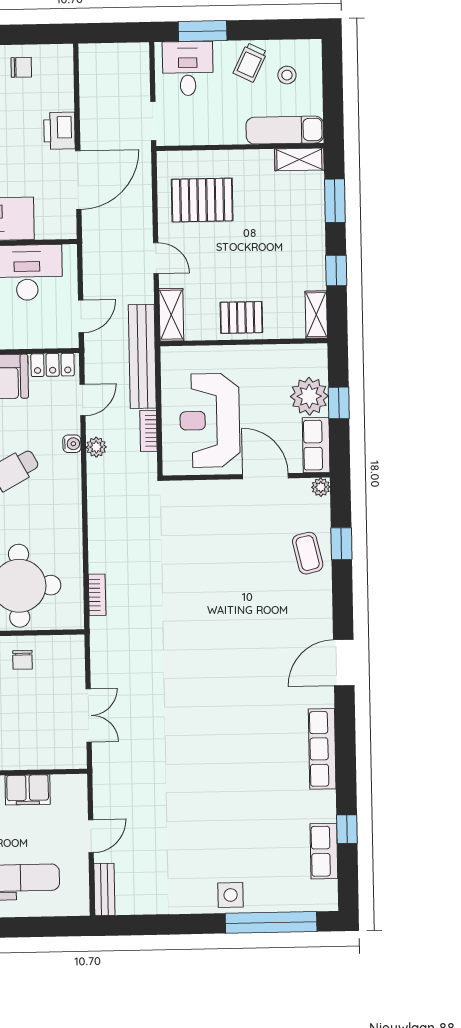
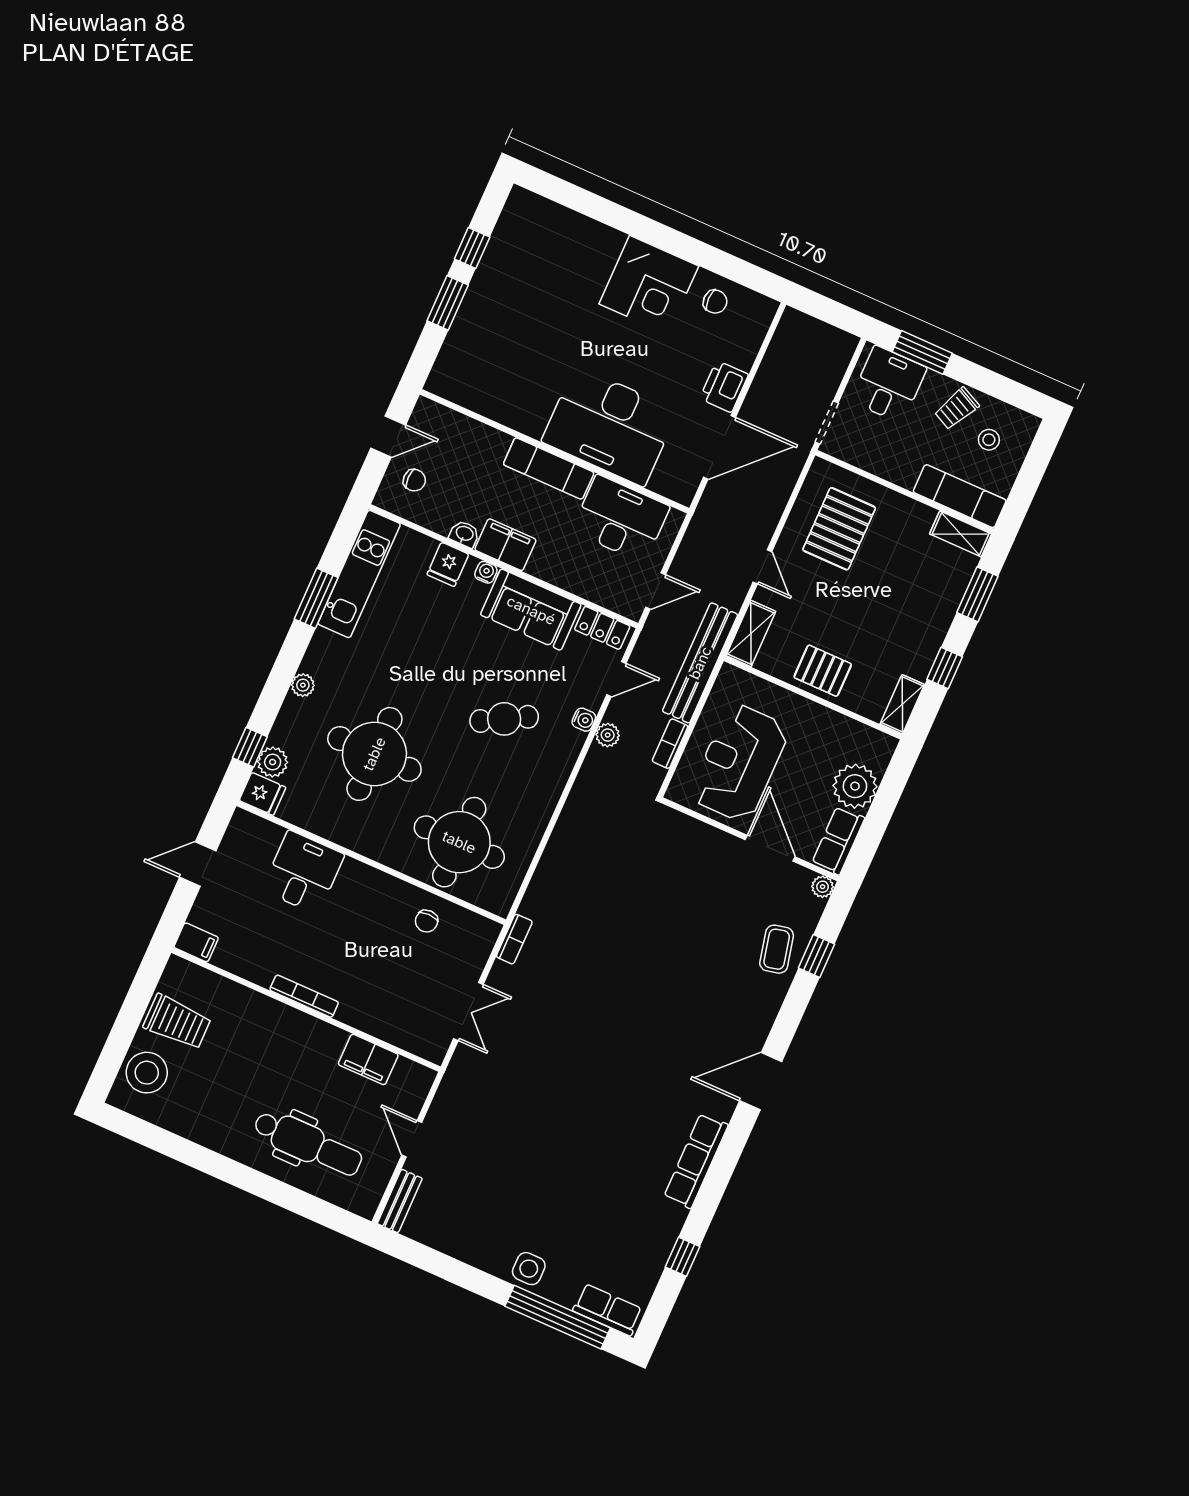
pallet: (202, 200) -> (839, 529), turned 90
window: (339, 403) -> (882, 808), removed
bookcase: (97, 595) -> (514, 939), moved
door: (91, 836) -> (412, 1139), swing flipped
row of seats: (324, 851) -> (608, 1310), moved, turned 90

